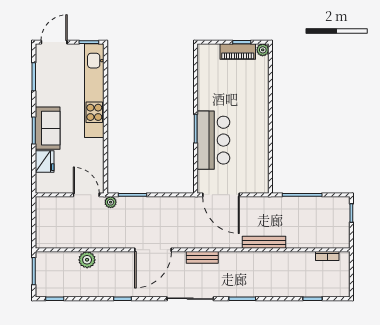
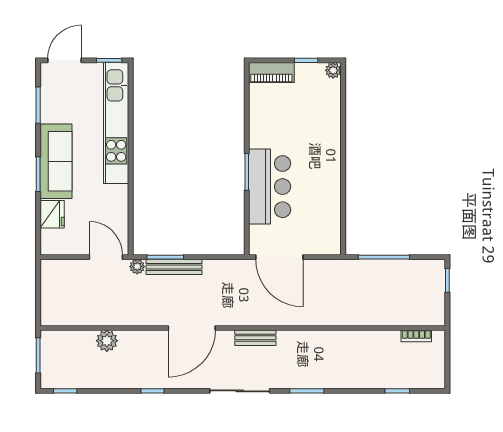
piano: (238, 52) -> (271, 73), moved
sofa: (48, 128) -> (56, 161), width x1.36
bench: (264, 242) -> (174, 267), moved

